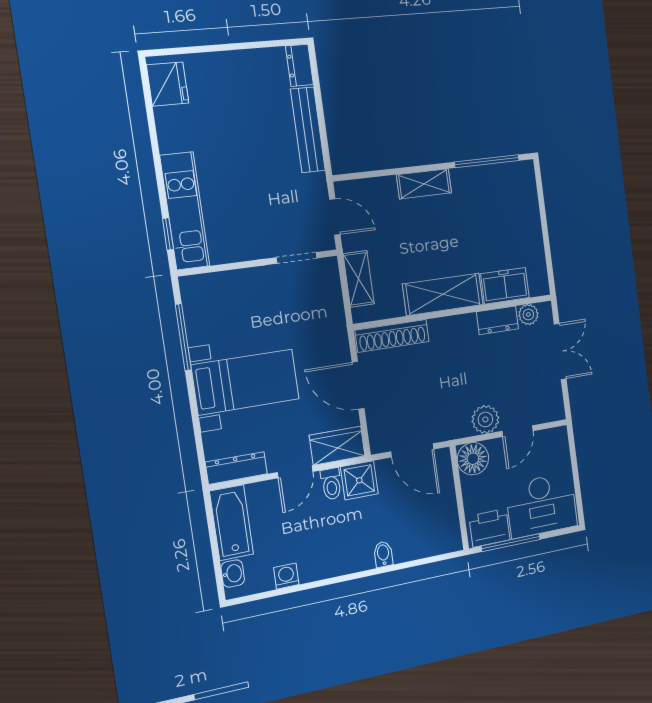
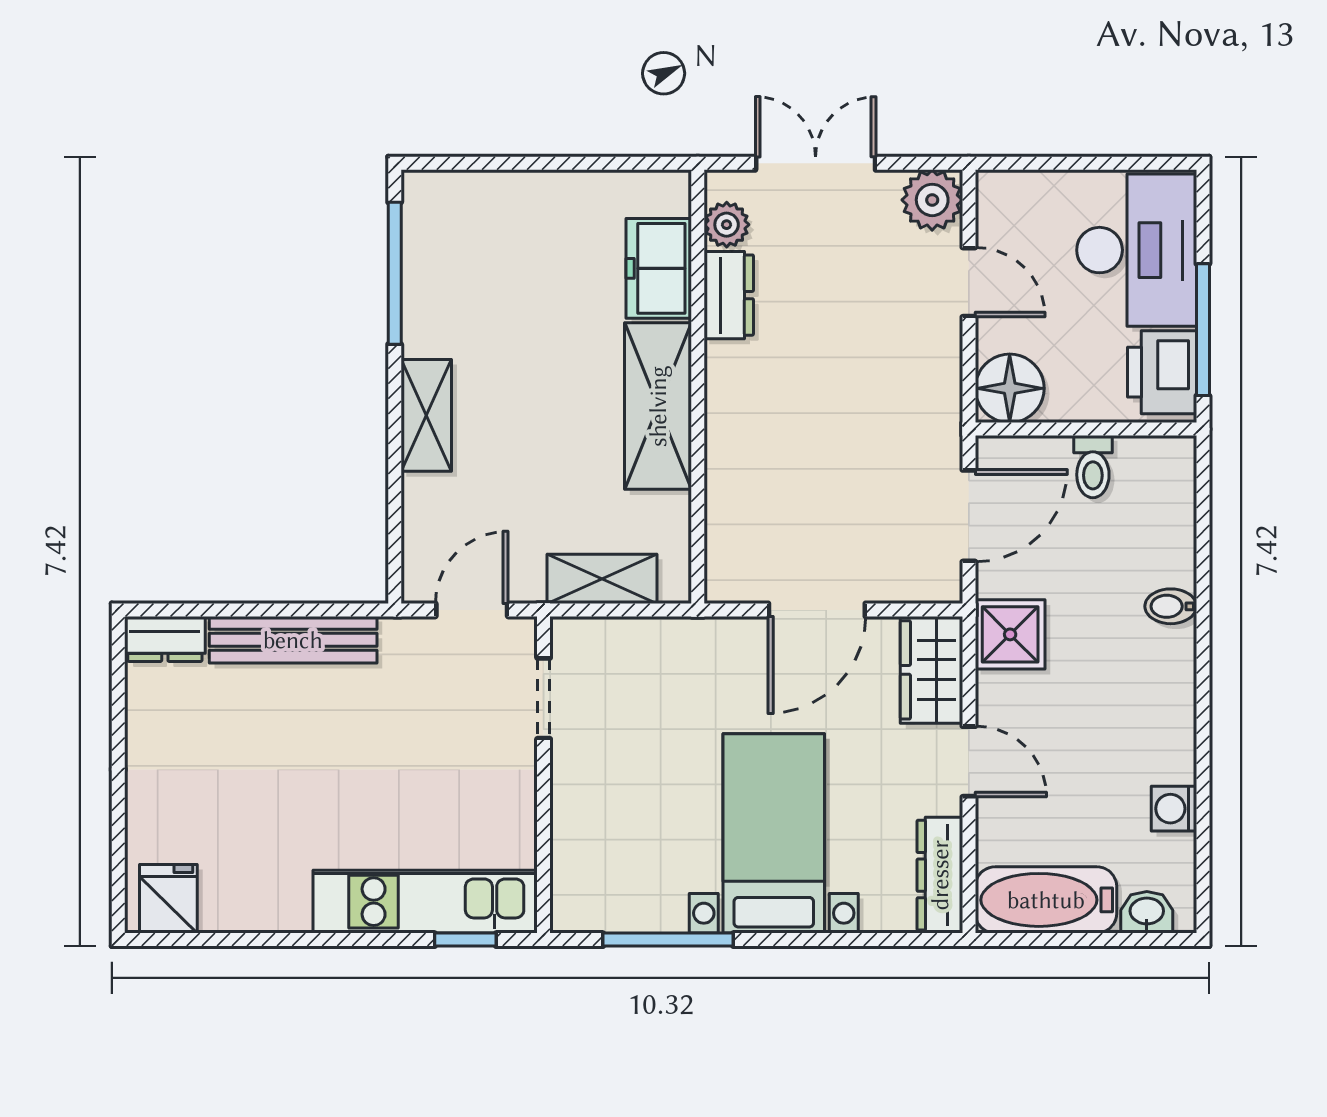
fridge: (168, 84) -> (168, 899), width x0.72
shoe rack: (392, 336) -> (727, 525), removed
plant: (485, 419) -> (932, 200), moved
toilet: (331, 484) -> (1093, 467), moved, turned 90

